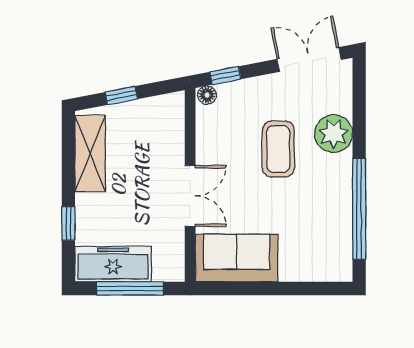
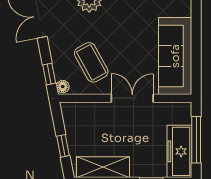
coffee table: (278, 149) -> (91, 62), moved, turned 61
sofa: (237, 258) -> (175, 56), width x1.36

